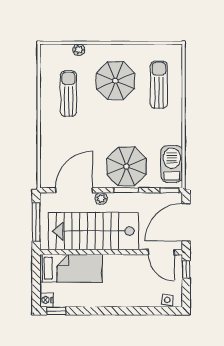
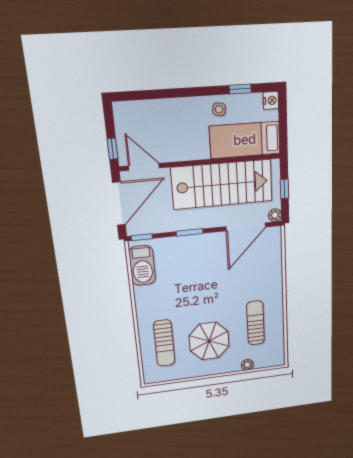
sun lounger: (68, 94) -> (256, 323), turned 180
parasol: (126, 166) -> (191, 258), removed
plant: (101, 199) -> (275, 215), moved
window: (36, 222) -> (284, 189), width x0.46
side table: (167, 300) -> (219, 109), moved
window: (56, 311) -> (240, 89), moved

